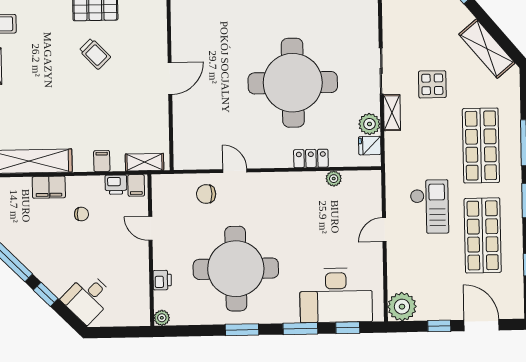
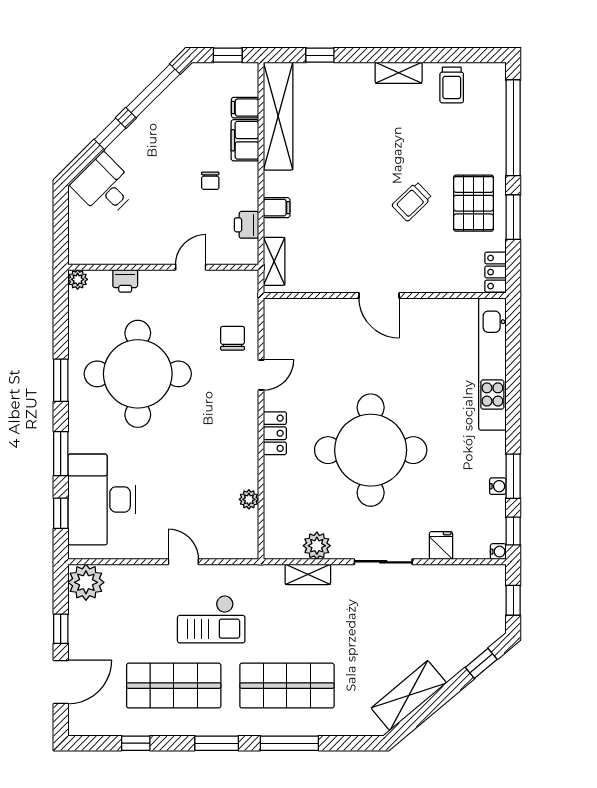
display table: (432, 84) -> (365, 626), removed
shelving: (392, 113) -> (308, 574), moved
fridge: (370, 146) -> (441, 546), moved
locker: (311, 158) -> (275, 433), moved
filing cabinet: (136, 185) -> (245, 108), moved

